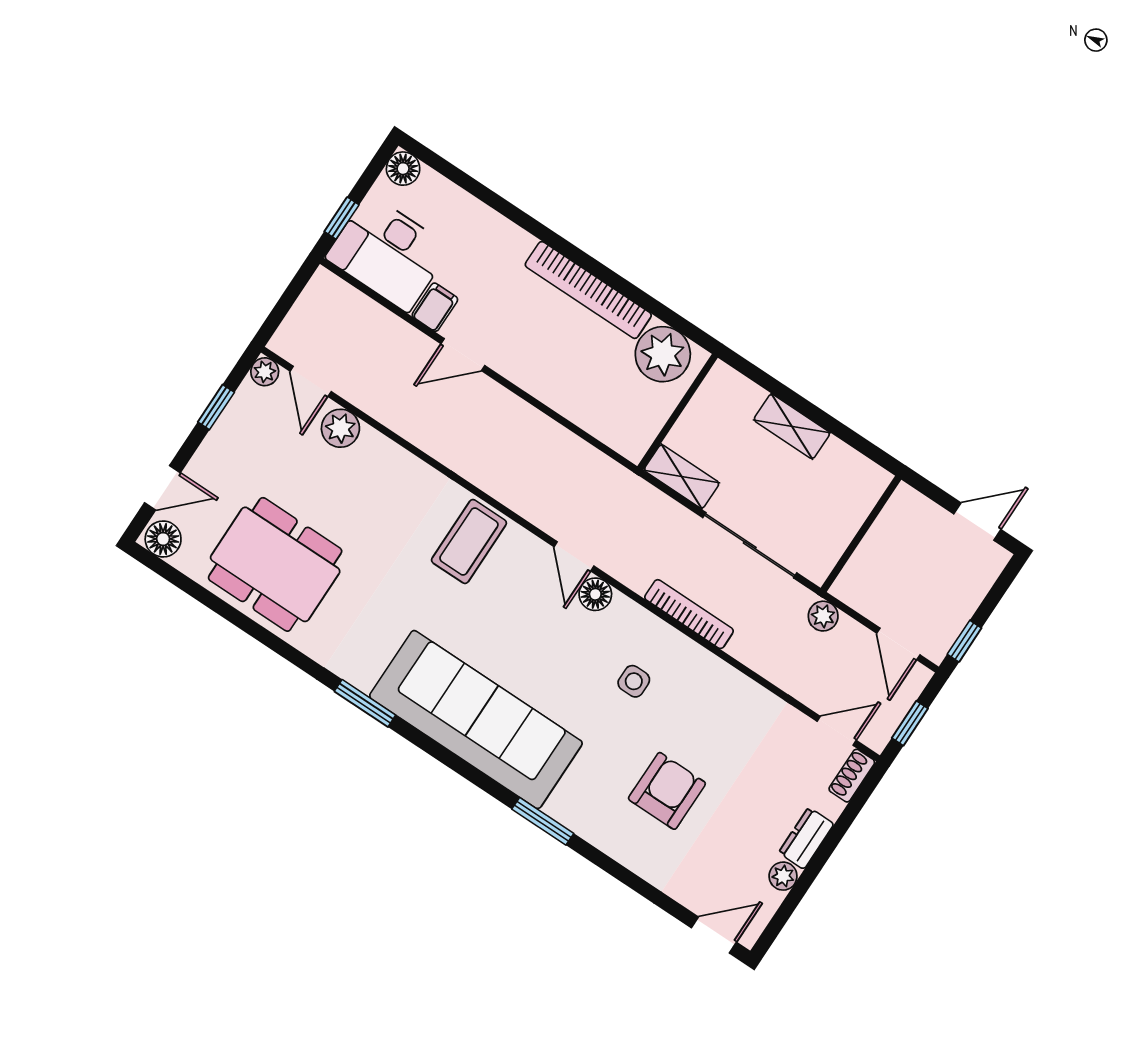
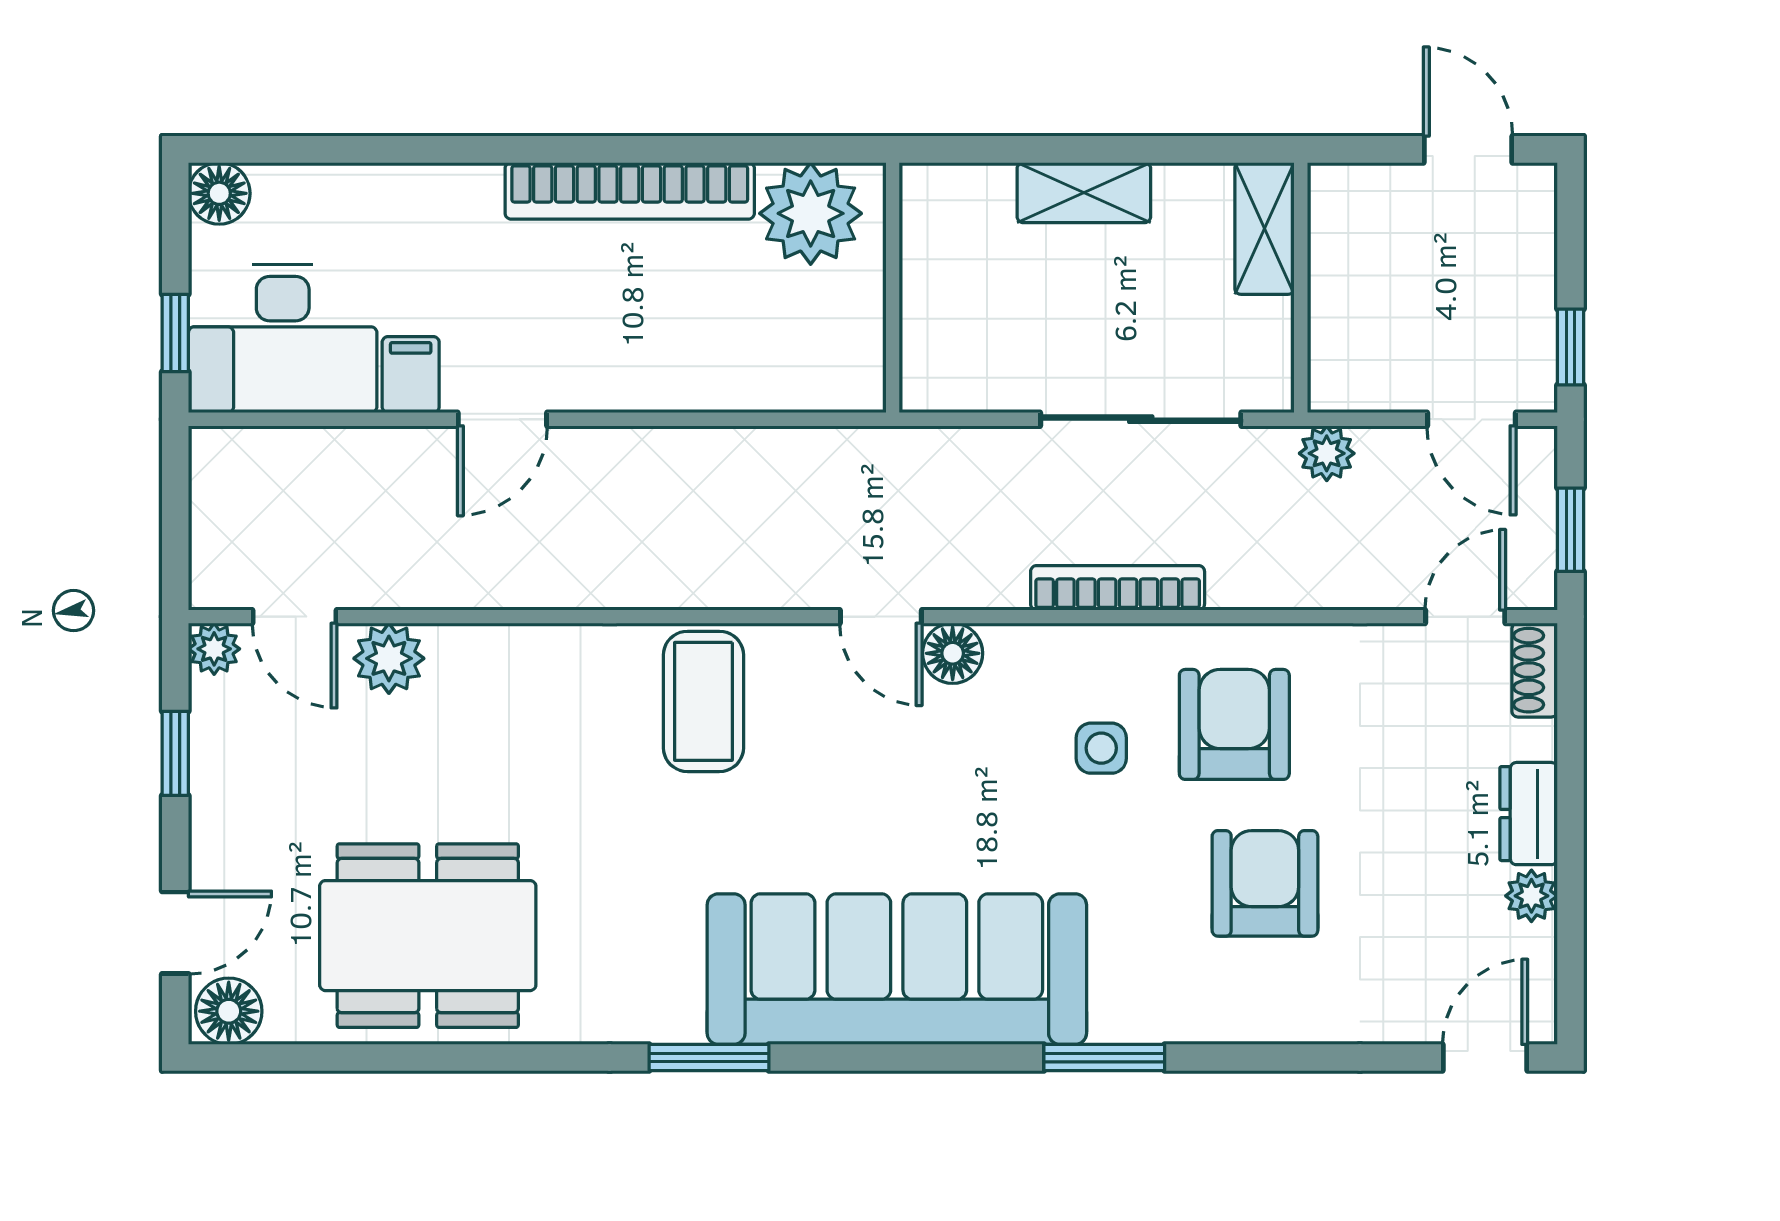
shelving: (682, 476) -> (1264, 228), moved, turned 90
door: (977, 522) -> (1468, 149), hinge flipped
armchair: (701, 710) -> (1234, 724), added

